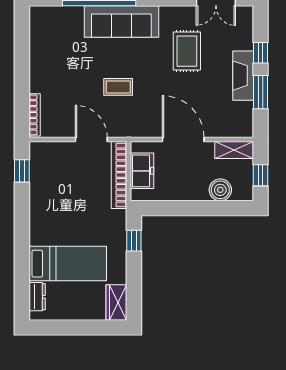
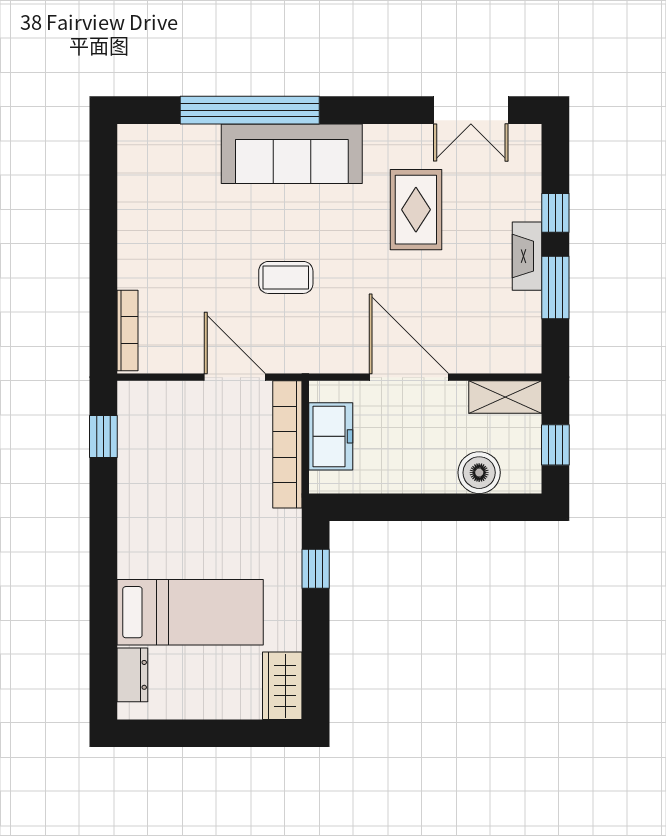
fireplace: (243, 76) -> (527, 256), width x0.73, depth x0.76

